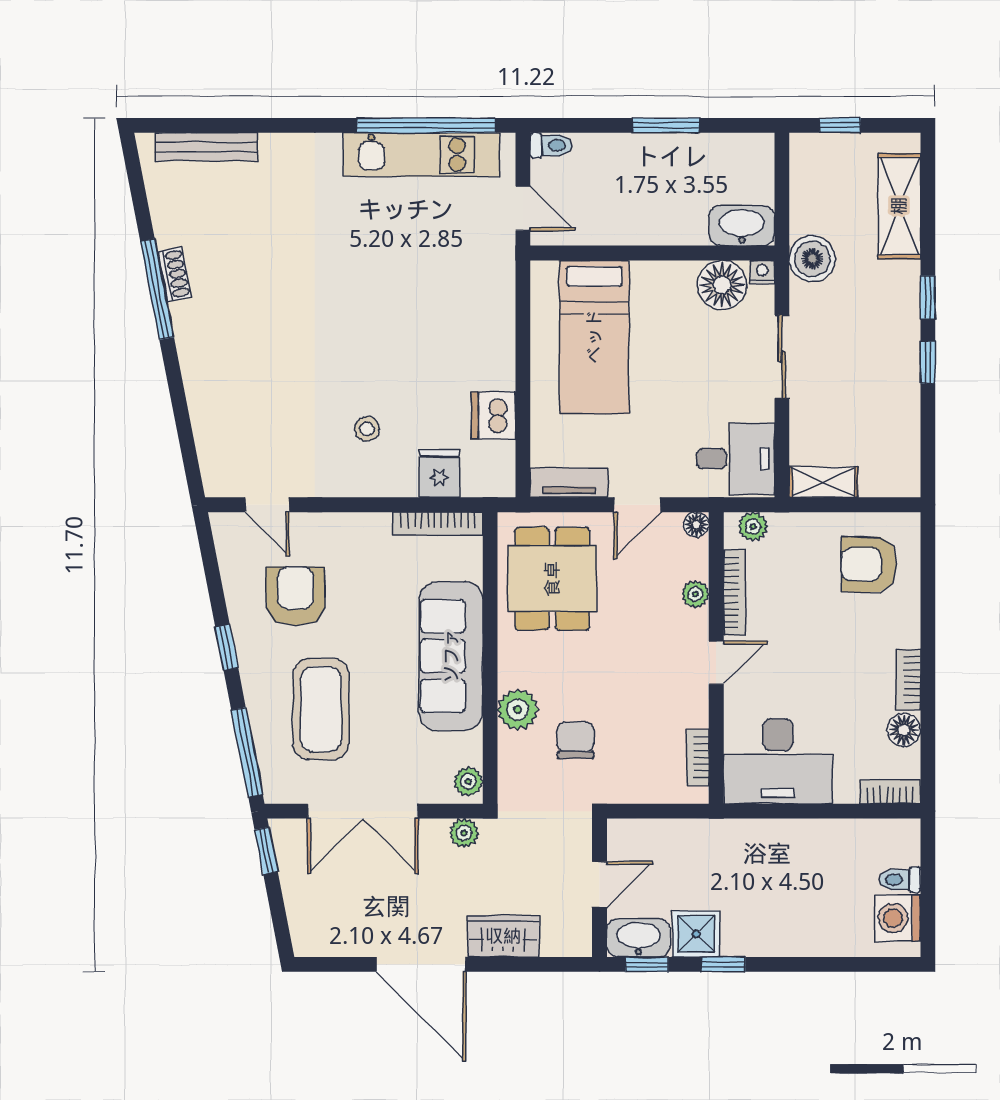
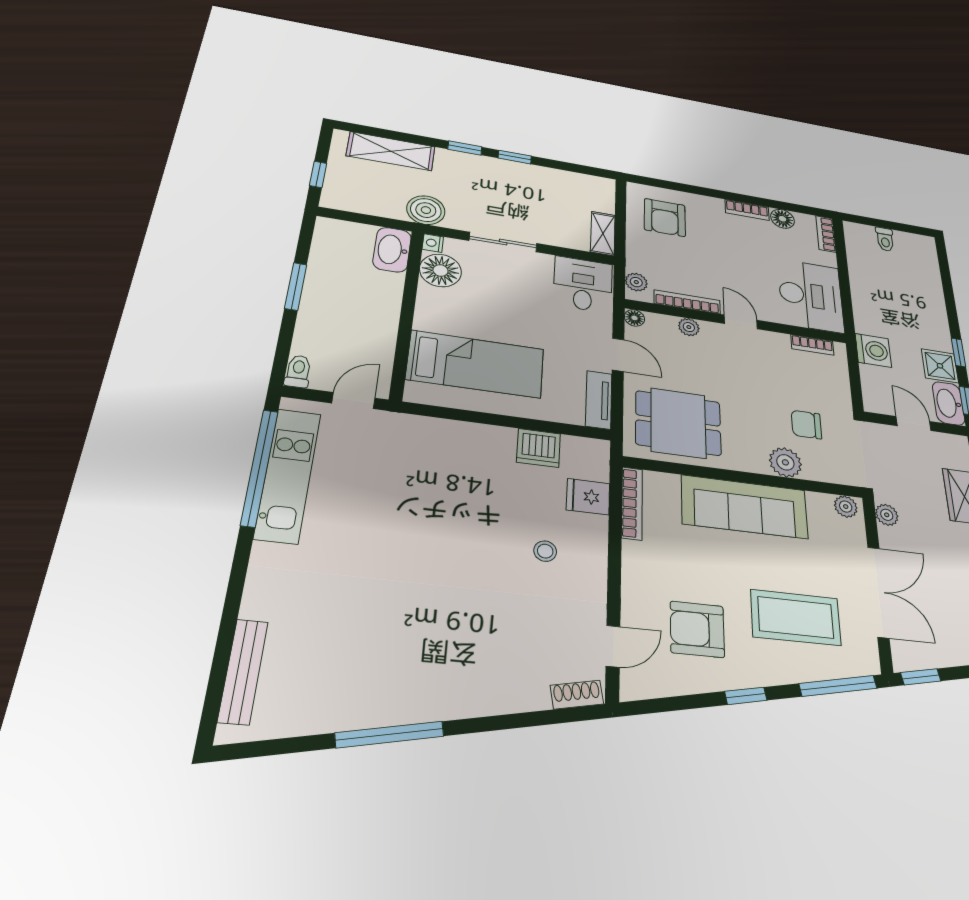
shoe rack: (174, 274) -> (577, 695), moved
washing machine: (898, 918) -> (873, 350), moved, turned -90

